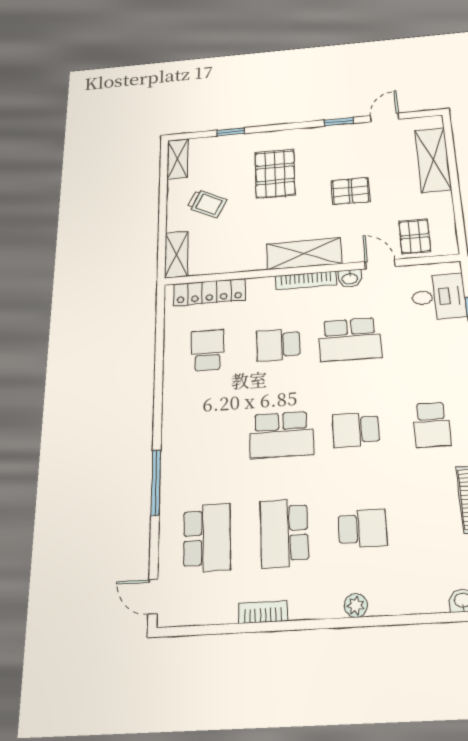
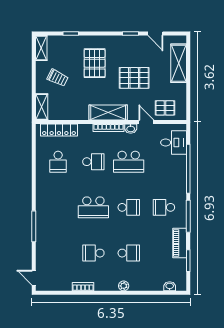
door: (385, 117) -> (155, 34), swing flipped
pallet: (351, 191) -> (134, 78), width x1.50, depth x1.42
pallet: (415, 236) -> (165, 108), turned 90
school desk: (278, 345) -> (93, 162), turned 180
school desk: (207, 350) -> (58, 162), turned 180
school desk: (432, 425) -> (164, 207), turned 90
school desk: (356, 430) -> (129, 207), turned 180
school desk: (284, 533) -> (93, 253), width x0.54
school desk: (207, 538) -> (58, 253), removed

